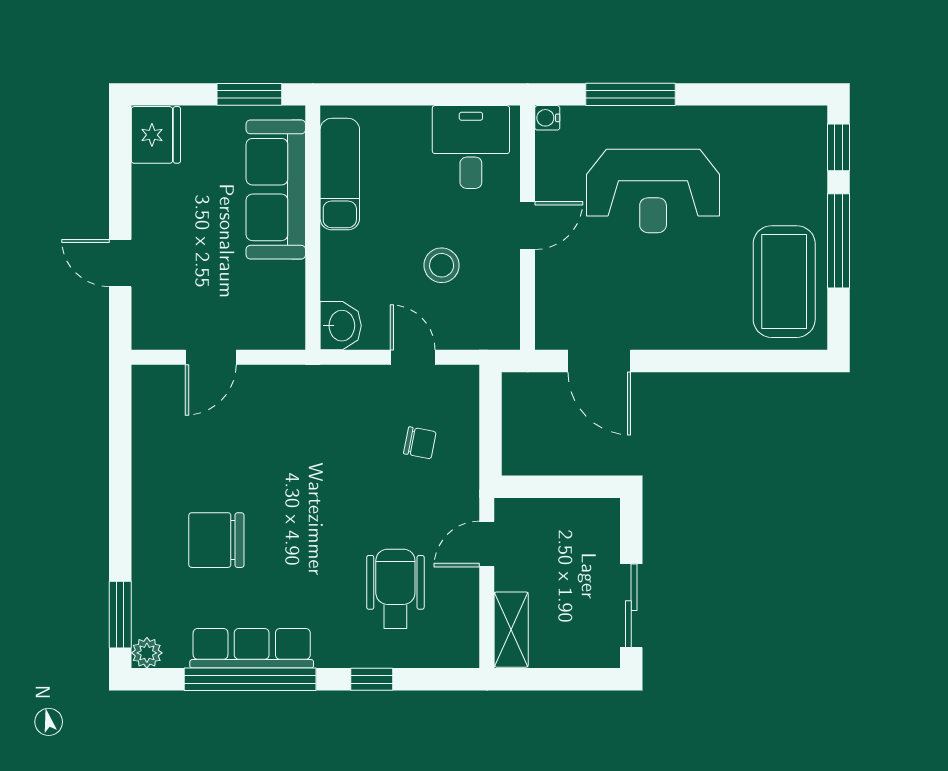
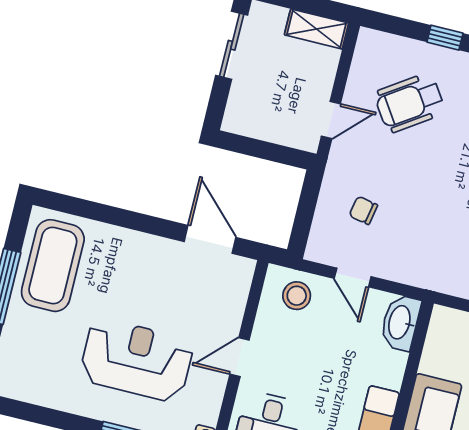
stool: (442, 265) -> (297, 296), moved
washbasin: (341, 326) -> (400, 322), width x1.38
wheelchair: (395, 589) -> (410, 103), turned 56
shelving: (511, 630) -> (317, 29), moved, turned 90

